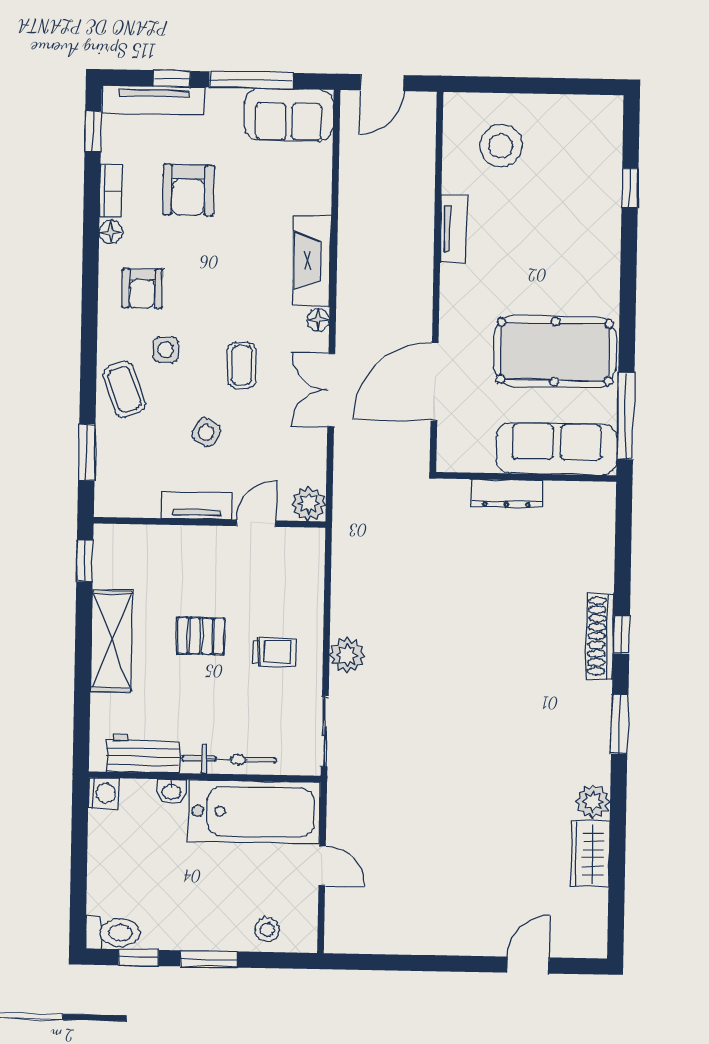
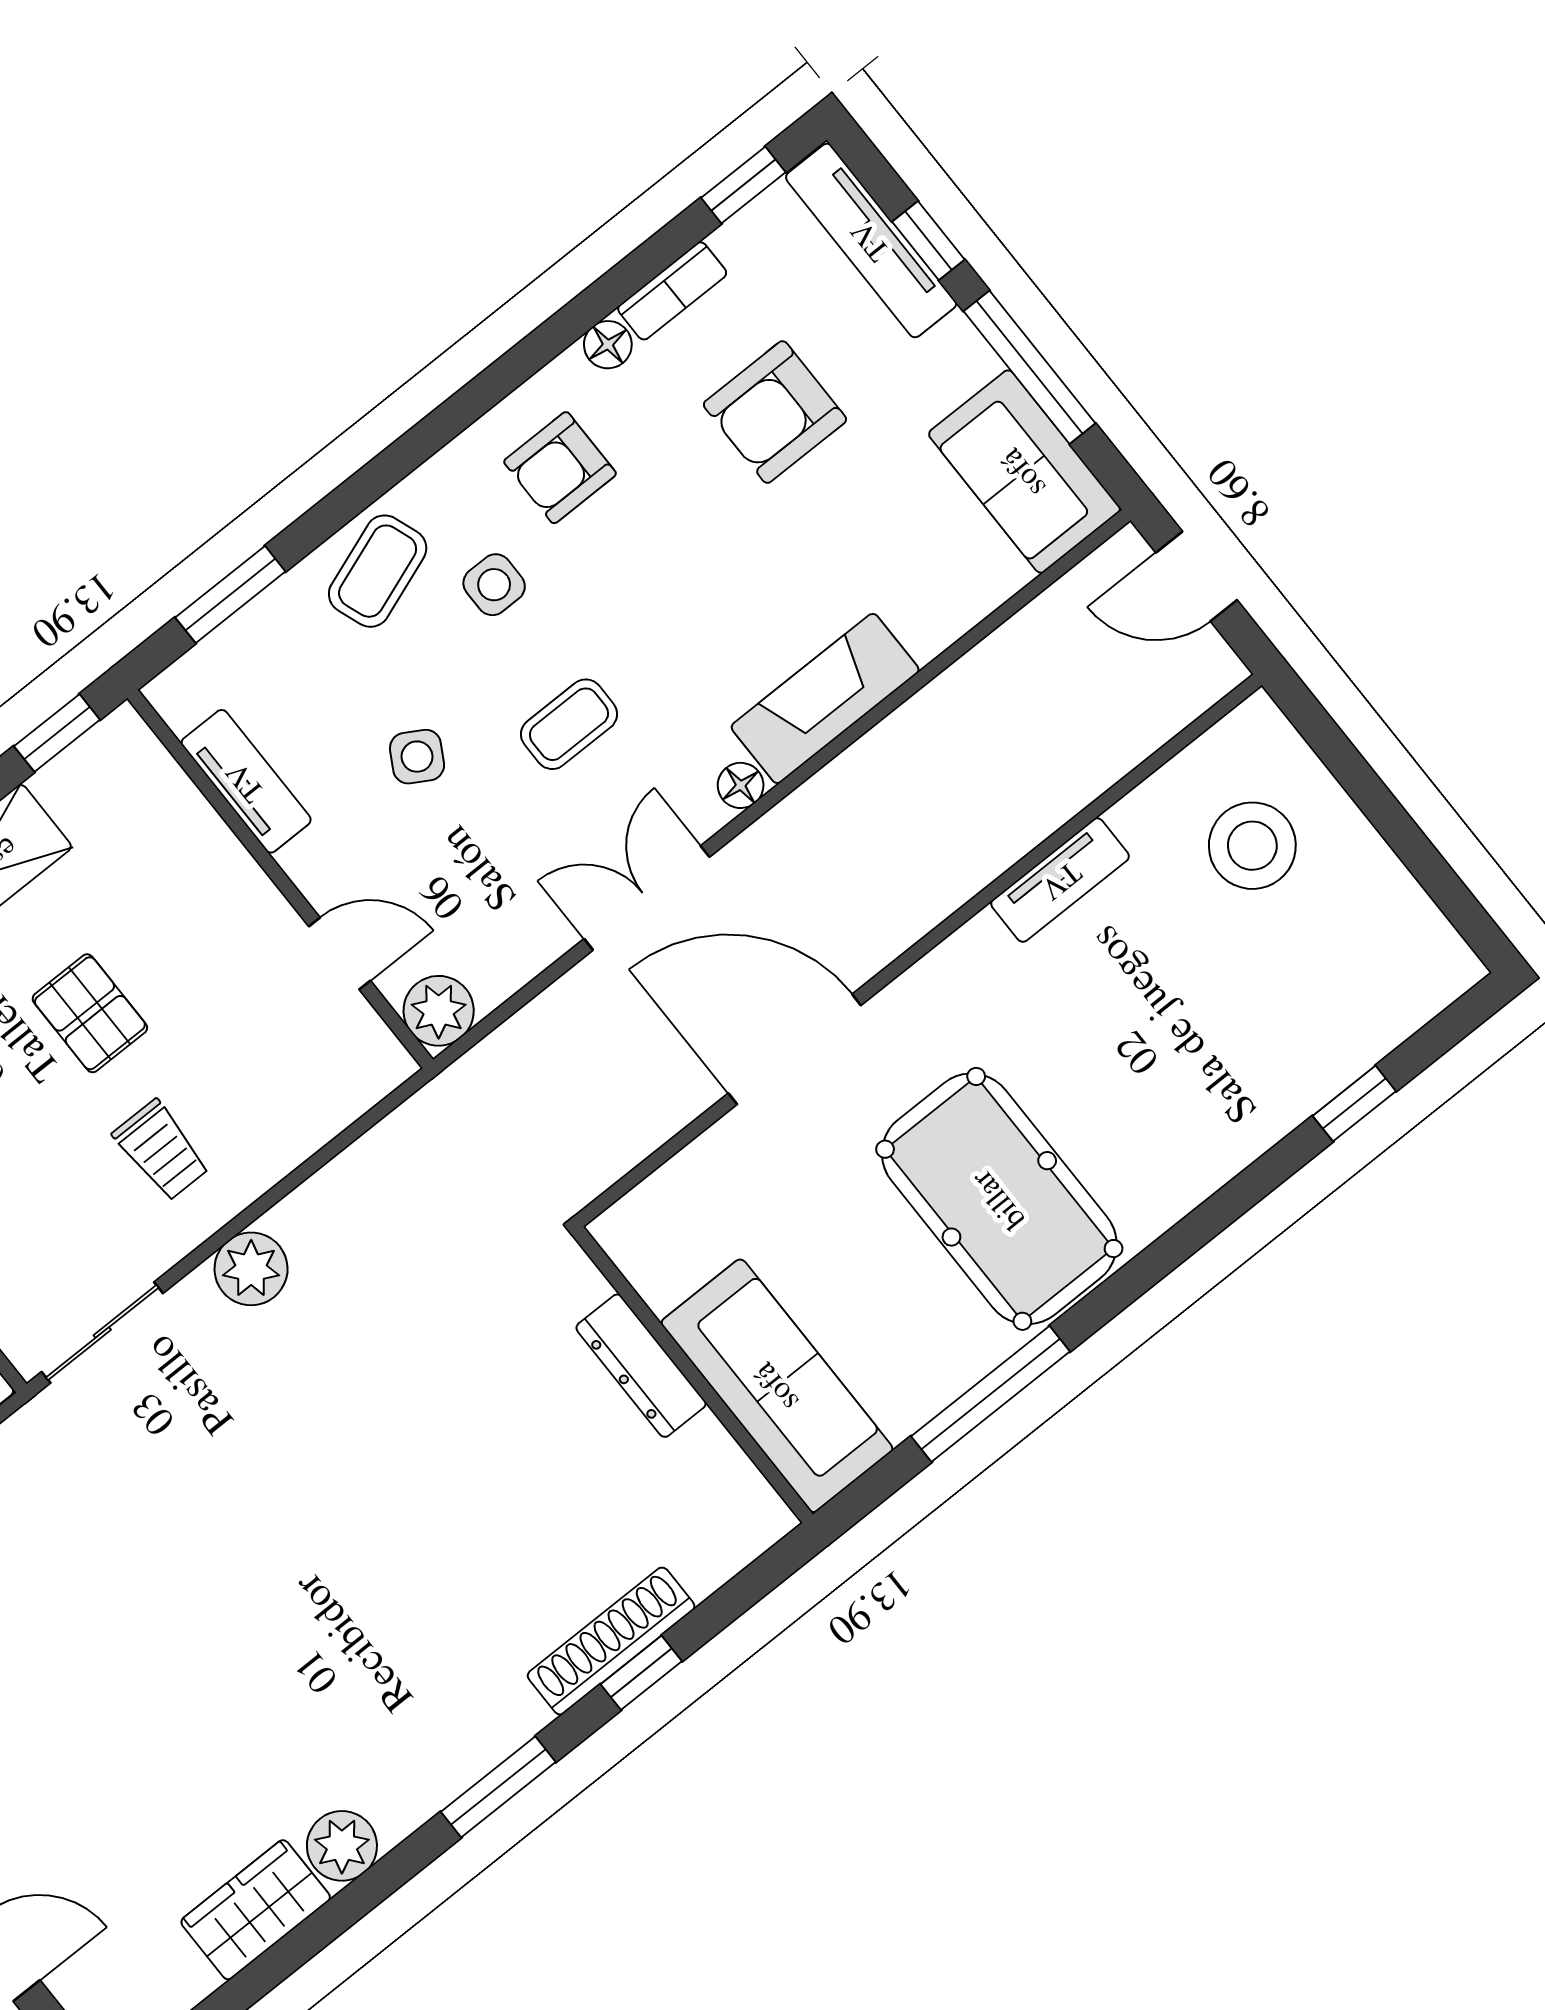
sofa: (557, 449) -> (777, 1386), moved
wall: (526, 477) -> (693, 1375), moved
dresser: (507, 494) -> (641, 1366), moved
tv unit: (197, 505) -> (246, 781), moved

